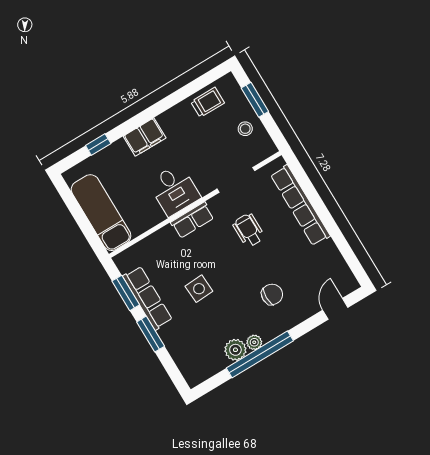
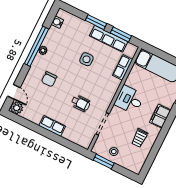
window: (255, 100) -> (104, 162), moved
trolley: (208, 102) -> (140, 138), moved
row of seats: (300, 205) -> (52, 126), width x0.50
row of seats: (192, 220) -> (123, 67), moved
plant: (235, 350) -> (17, 108), moved
water cooler: (207, 370) -> (57, 22), added

